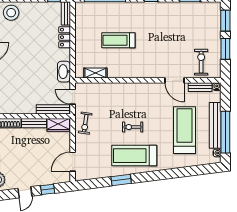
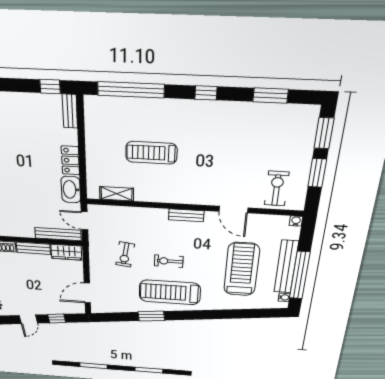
locker: (65, 37) -> (70, 160), moved
bench: (200, 87) -> (186, 215), moved
exercise bike: (85, 123) -> (125, 254), moved

